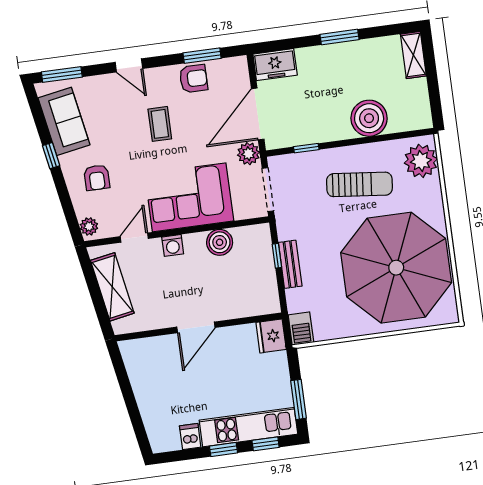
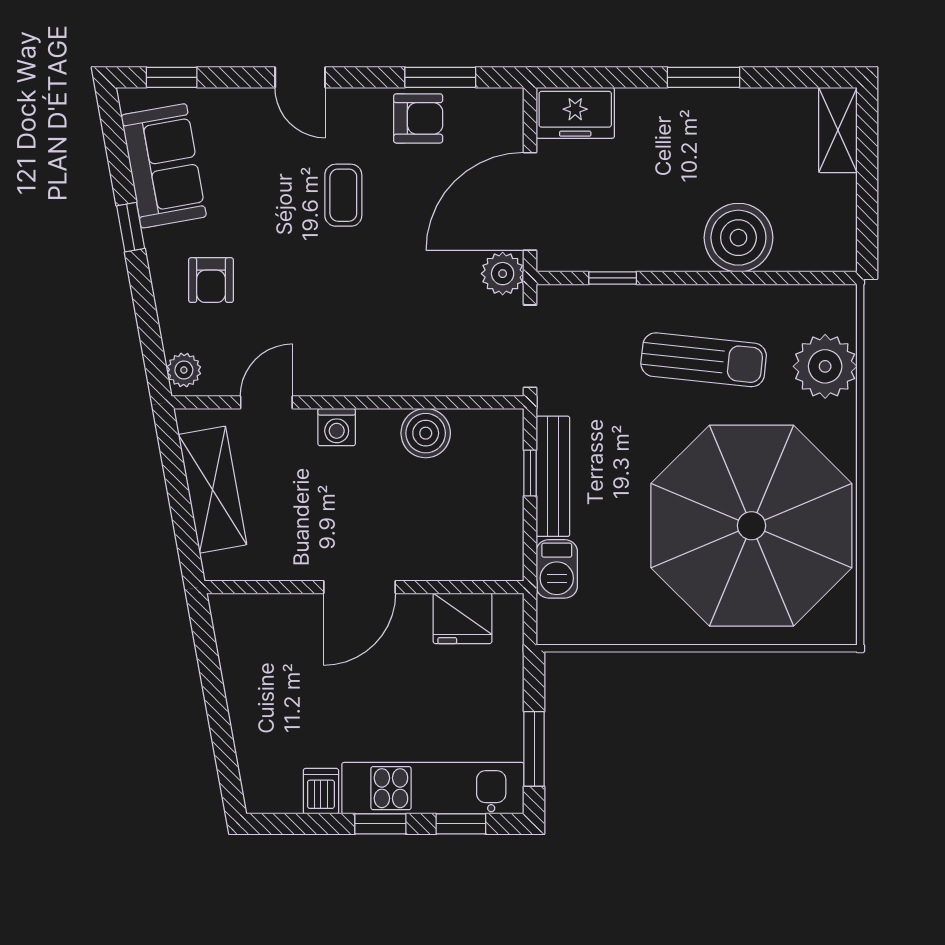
window: (62, 75) -> (172, 77), width x0.67
plant: (421, 161) -> (825, 366), moved
corner sofa: (189, 197) -> (380, 341), removed
bench: (290, 264) -> (553, 476), width x1.36
barbecue: (301, 329) -> (557, 569), moved
fridge: (271, 336) -> (462, 618), moved, turned -90

